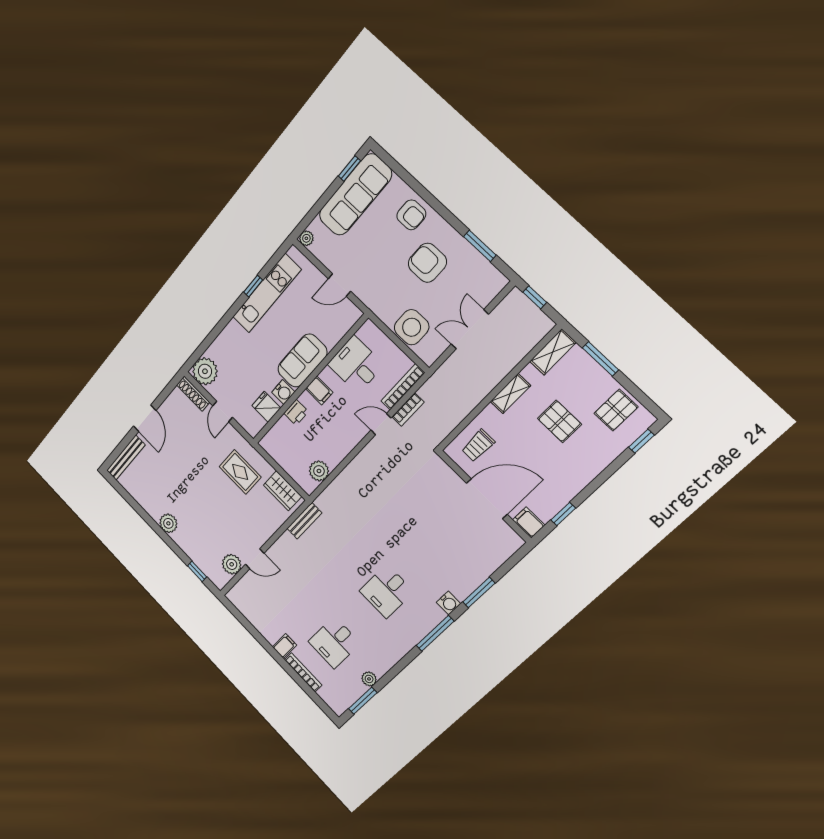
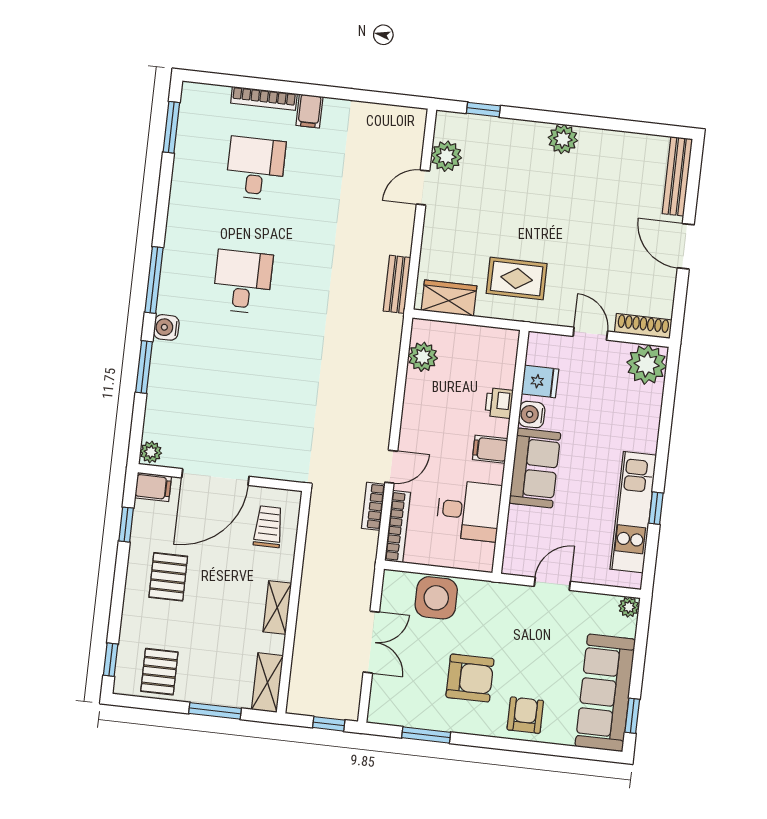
armchair: (411, 215) -> (525, 715), turned 90
pallet: (559, 421) -> (168, 577), moved, turned 90
plant: (369, 679) -> (151, 452), moved

